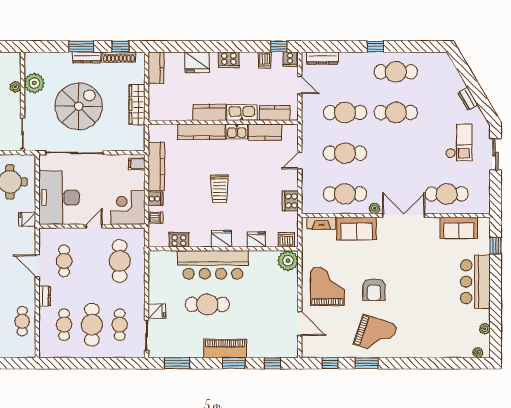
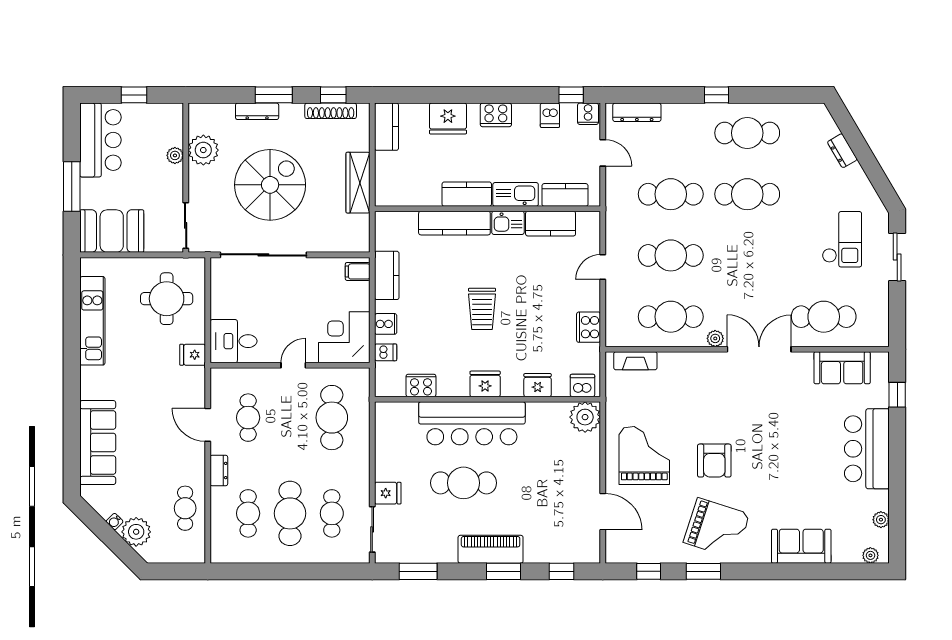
dresser: (87, 57) -> (257, 111), moved
dresser: (468, 99) -> (842, 151), moved
kitchen counter: (156, 166) -> (387, 275), width x0.67
desk: (59, 198) -> (234, 341), width x0.53, depth x0.77
sofa: (357, 228) -> (801, 546), moved, turned 180

